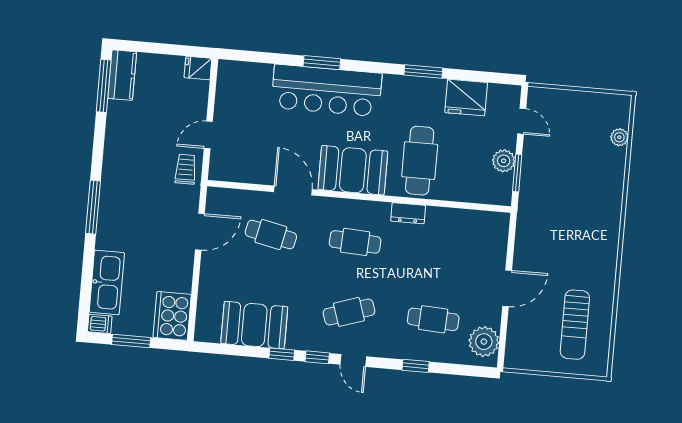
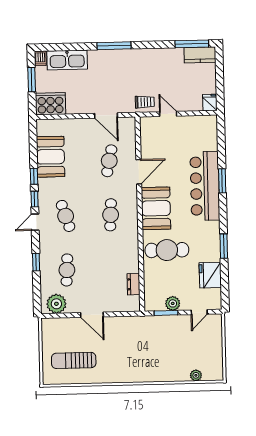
dresser: (408, 213) -> (133, 284), moved

